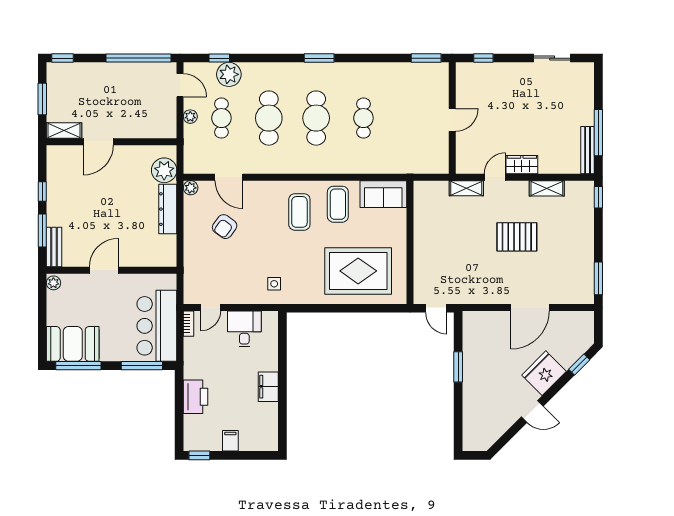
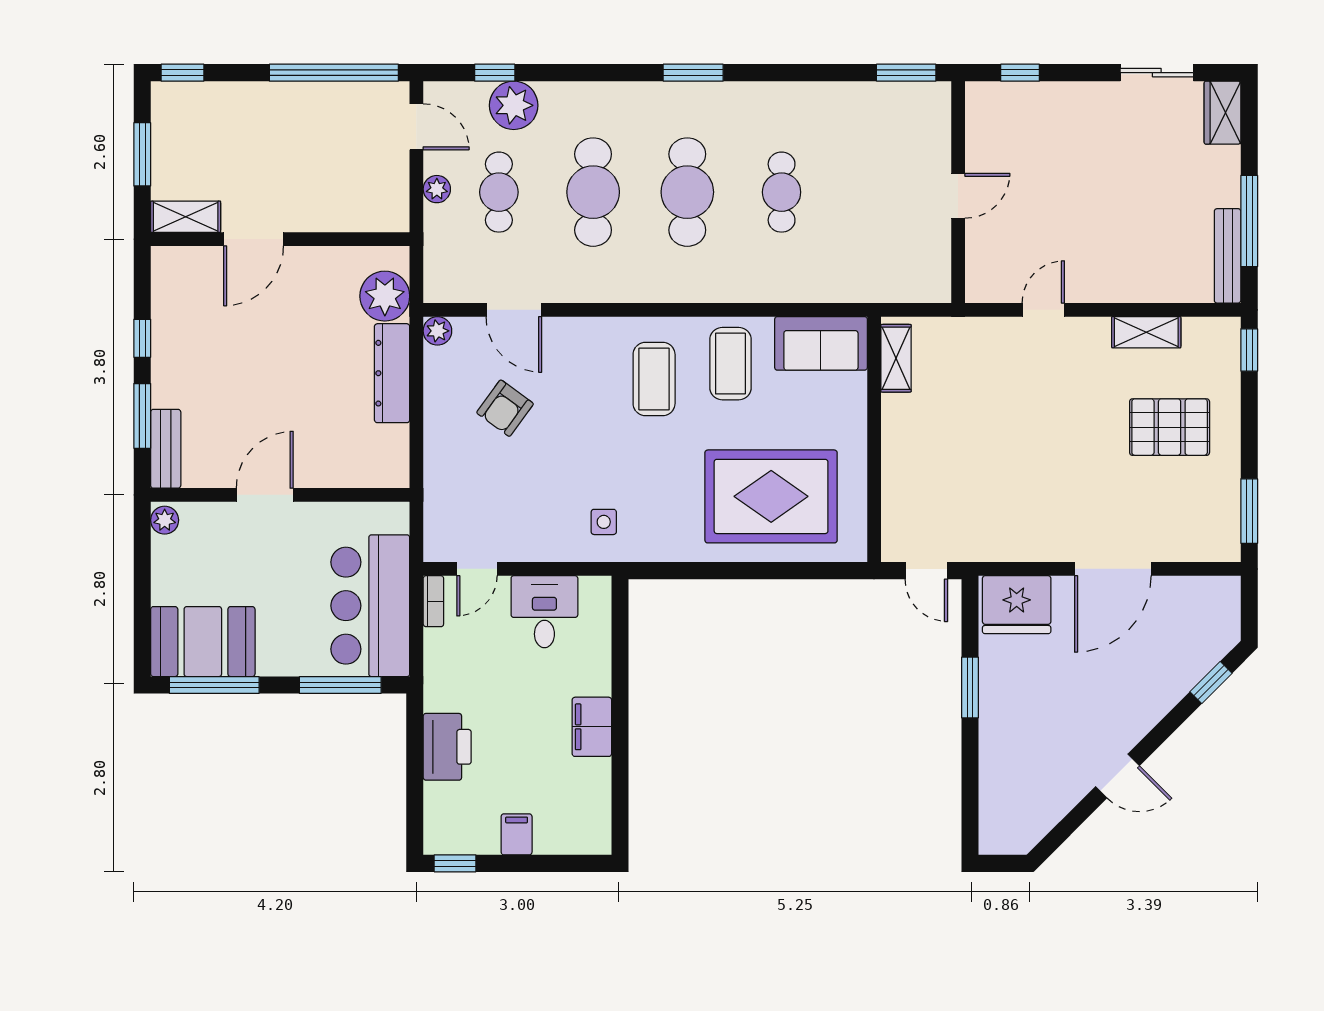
wardrobe: (522, 165) -> (1222, 113), moved, turned -90
shelving: (466, 188) -> (896, 358), moved, turned 90
pallet: (517, 237) -> (1170, 427), moved
fridge: (544, 373) -> (1017, 605), moved, turned -135

